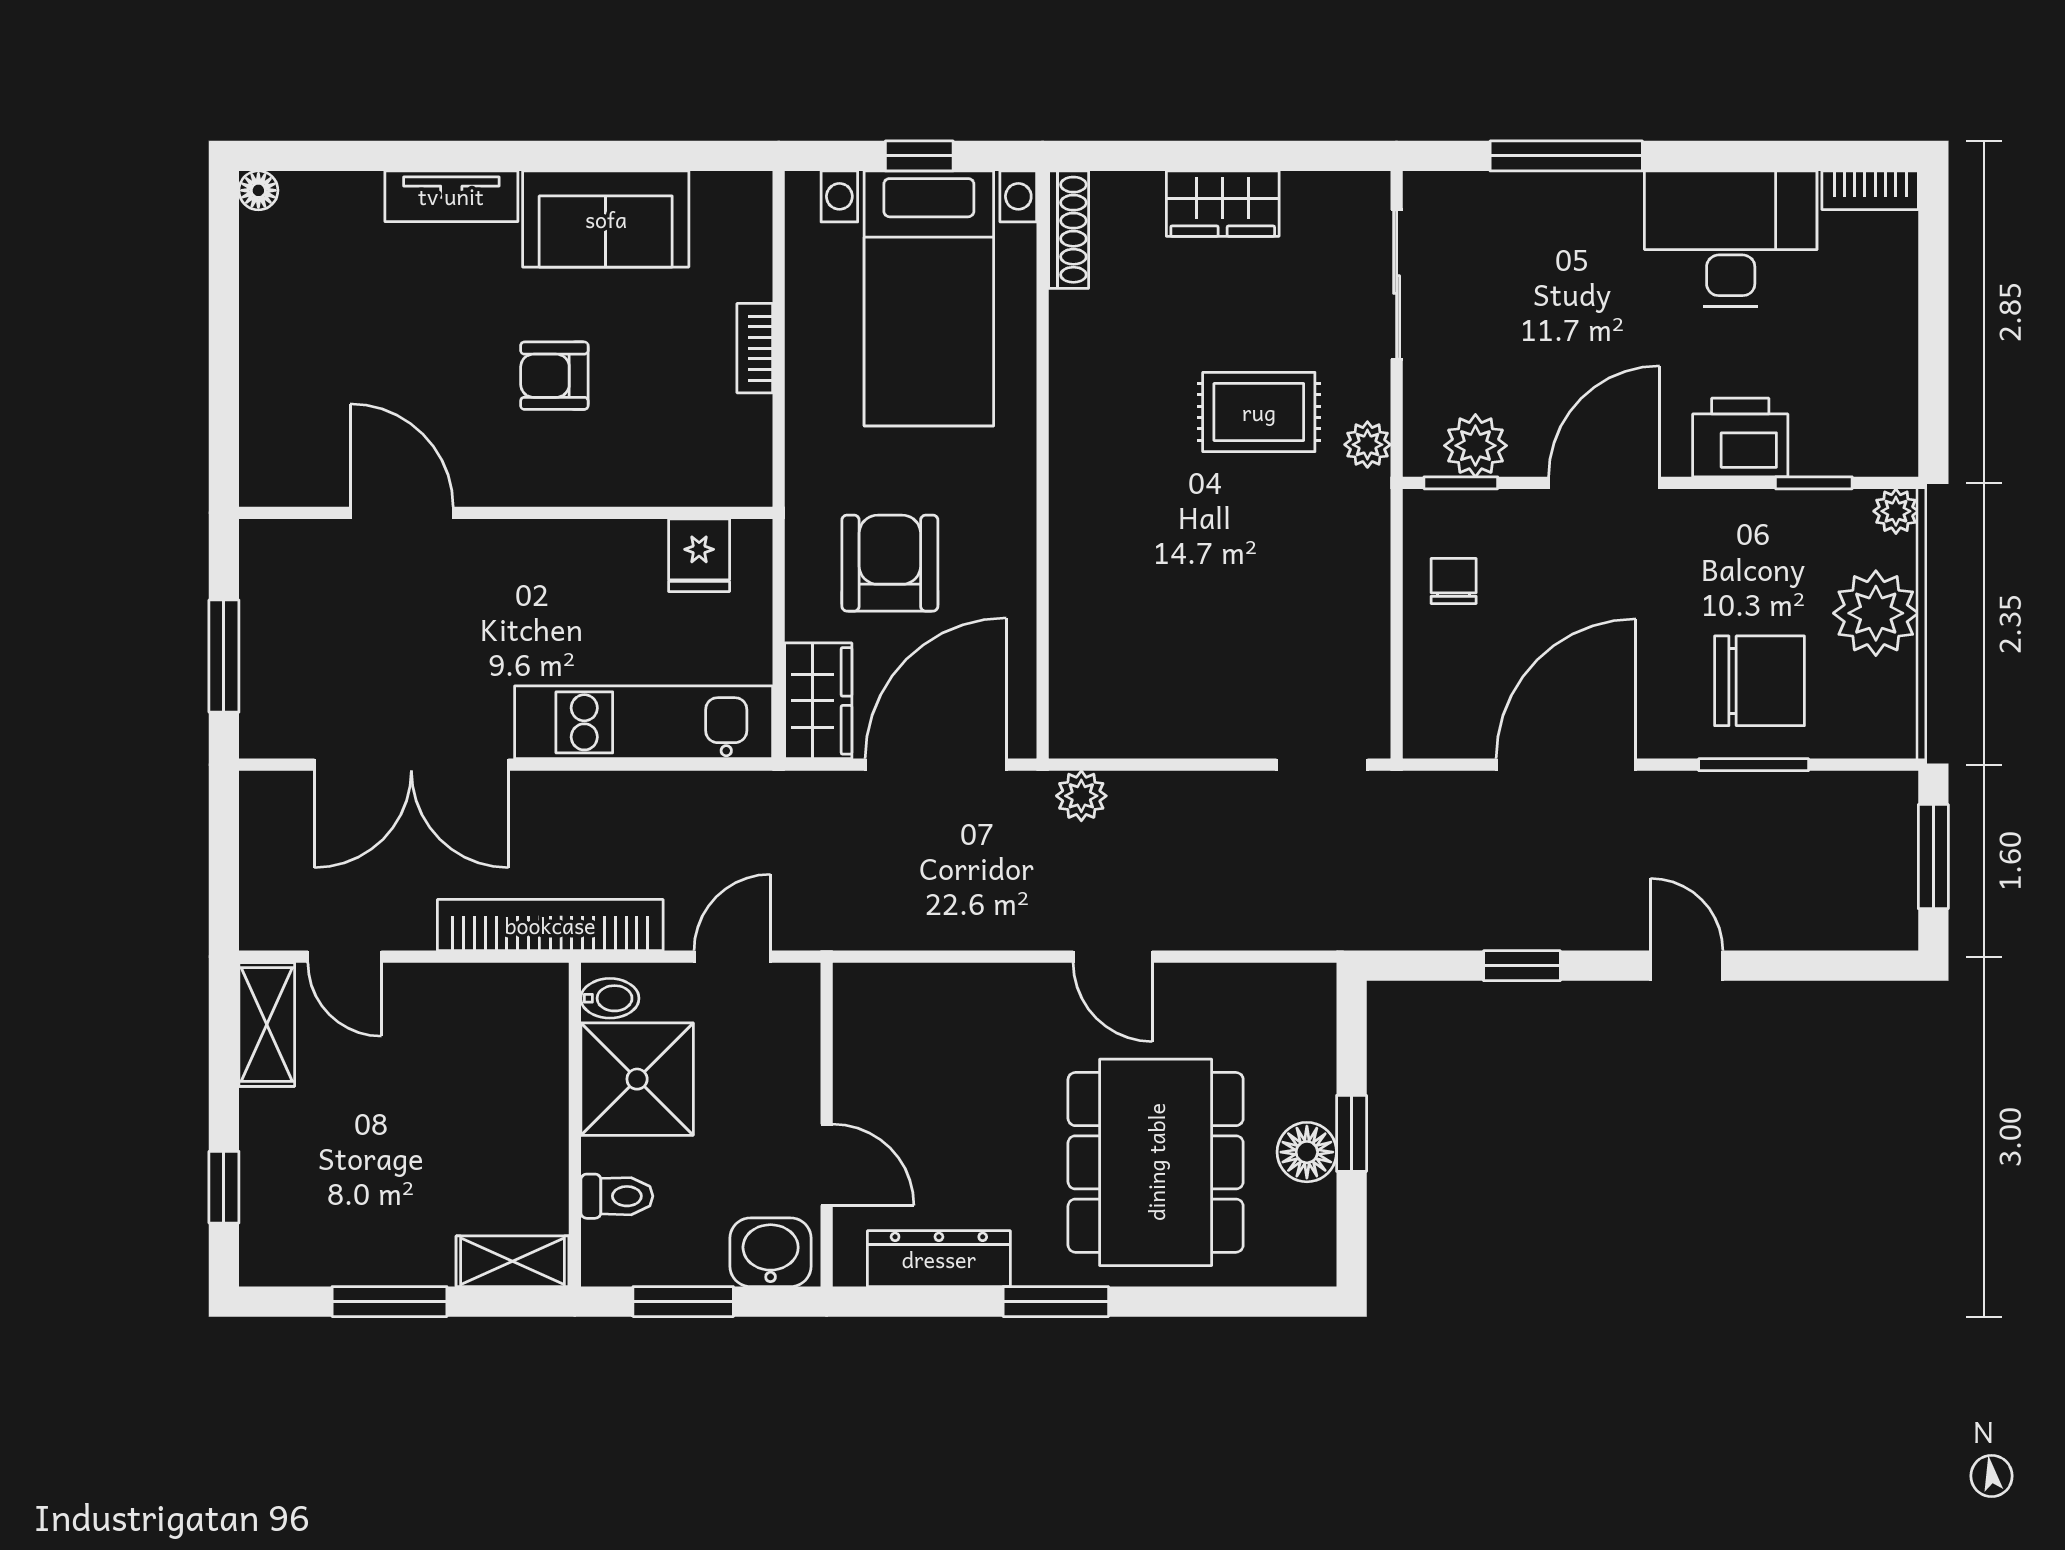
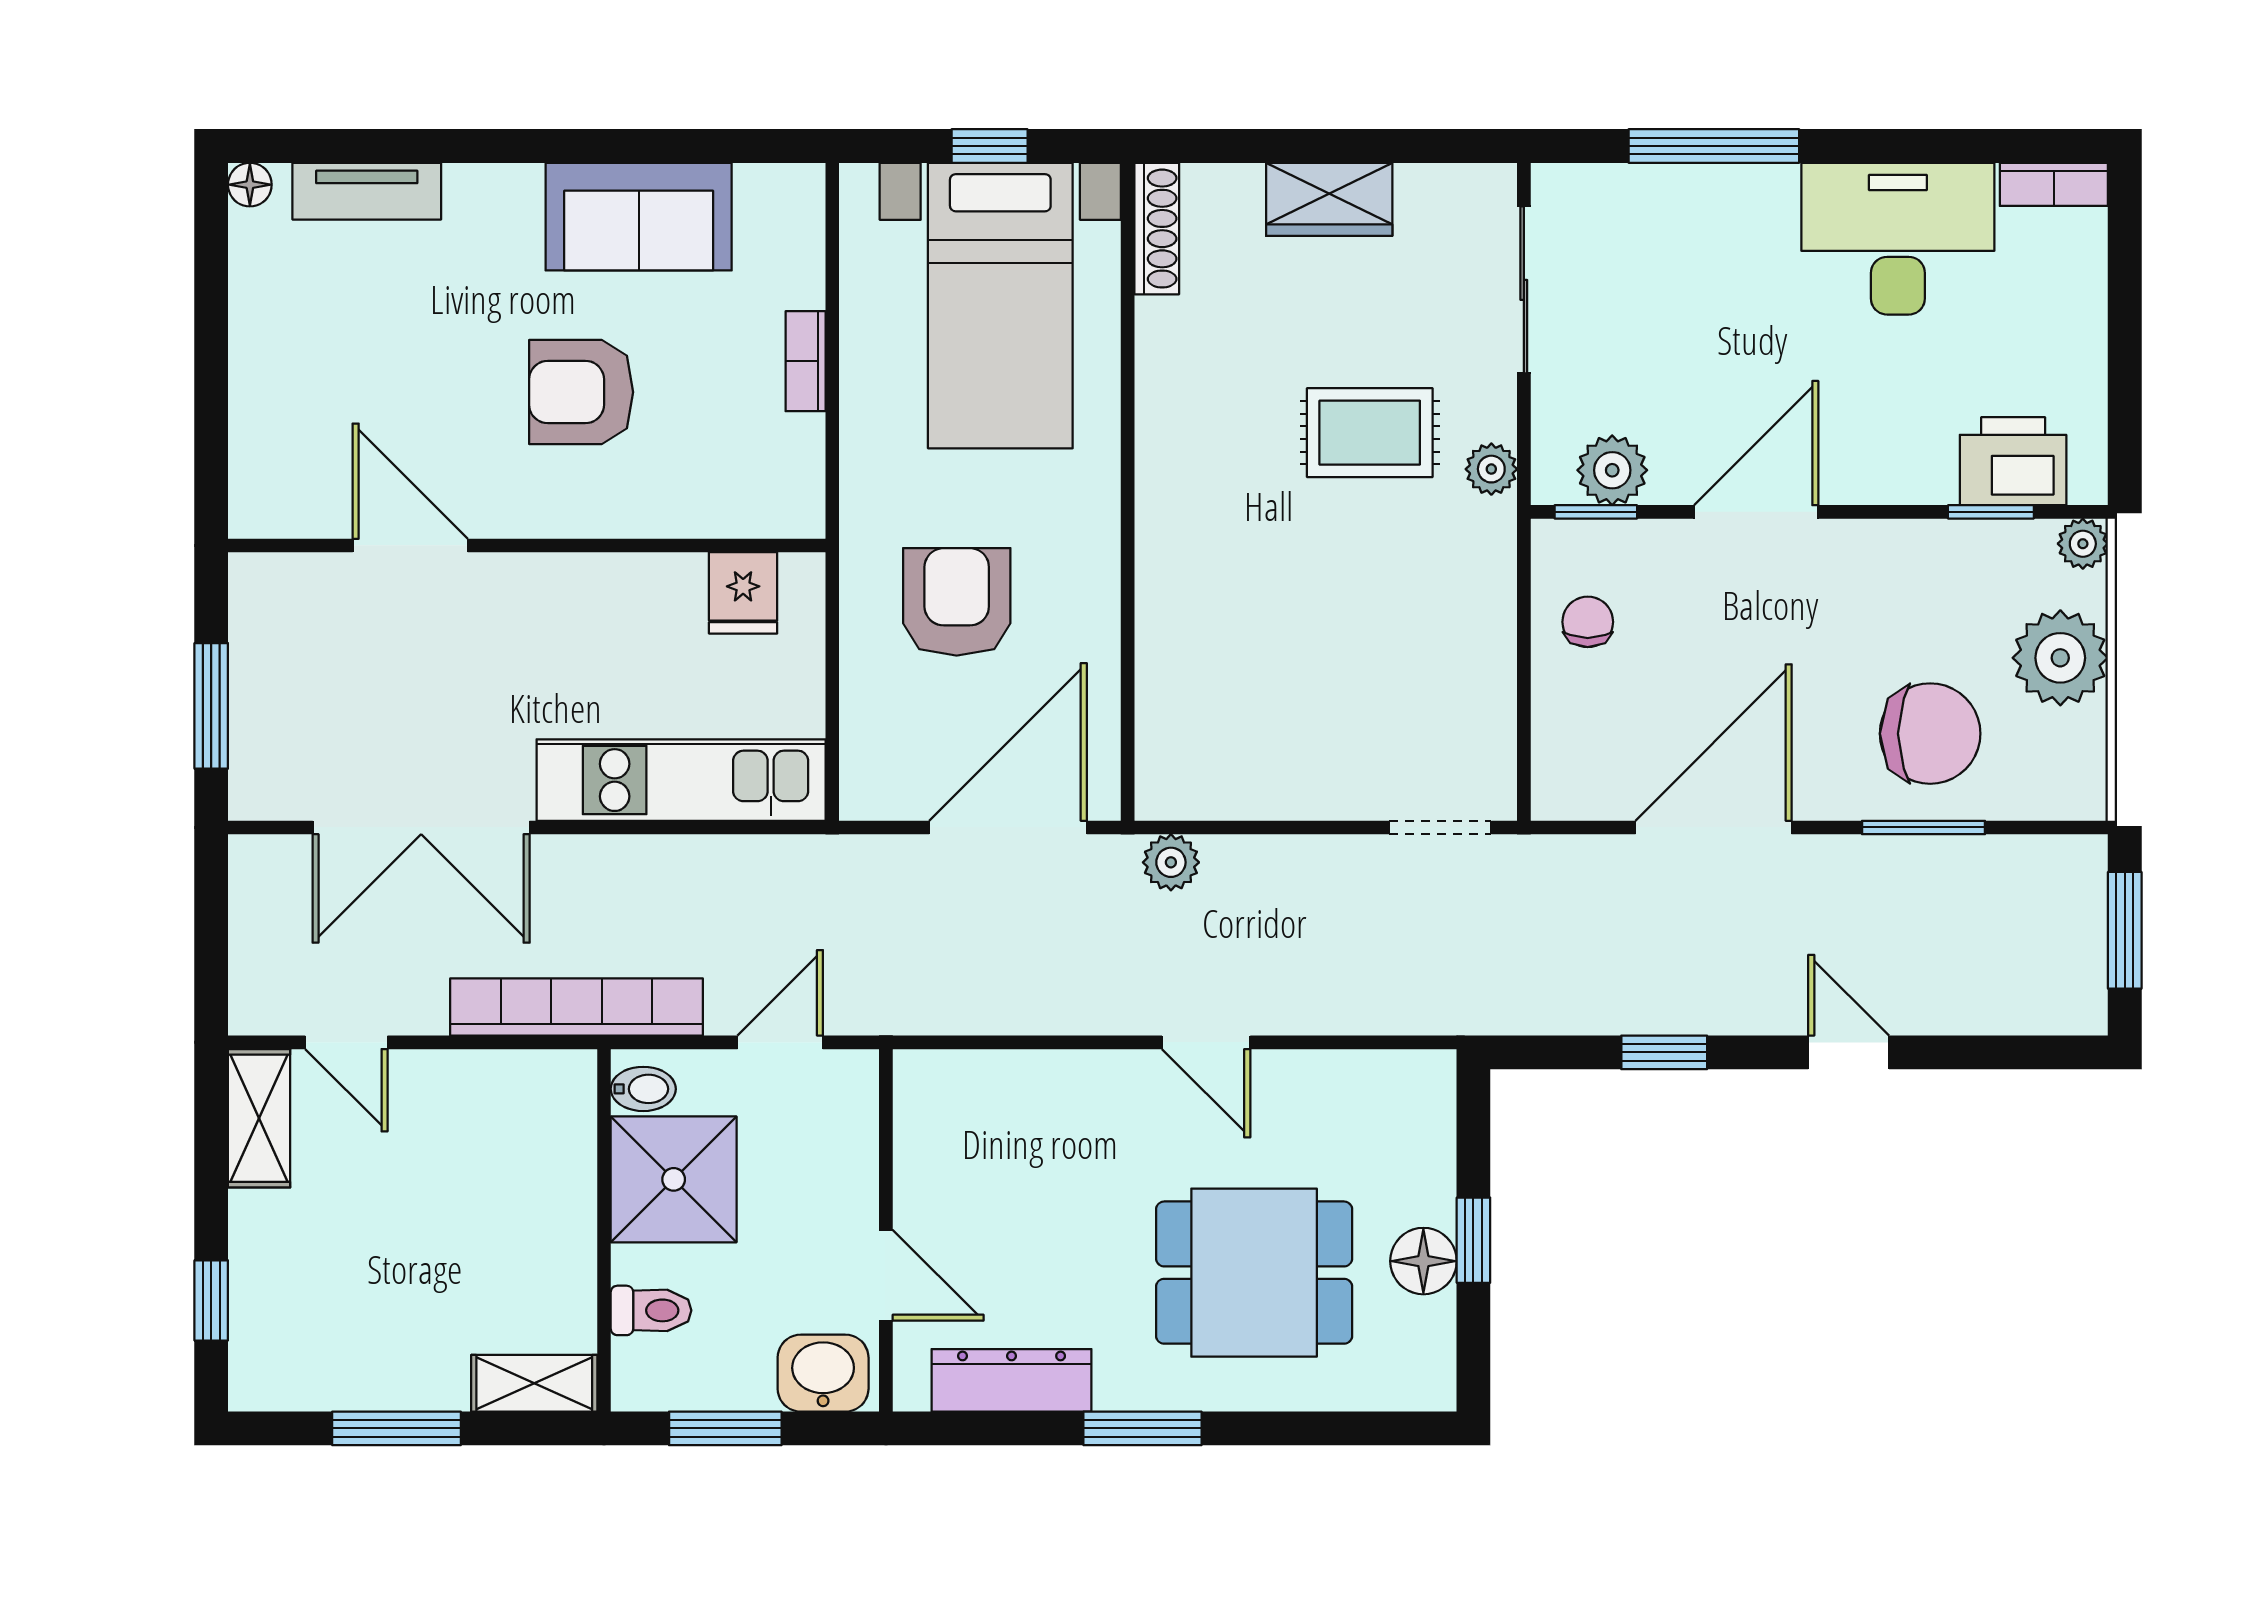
tv unit: (451, 196) -> (367, 191), moved
armchair: (554, 376) -> (581, 392), width x1.38, depth x1.38
printer: (1740, 437) -> (2013, 461), moved
wardrobe: (818, 701) -> (877, 756), removed
dining table: (1156, 1162) -> (1254, 1273), width x0.73

